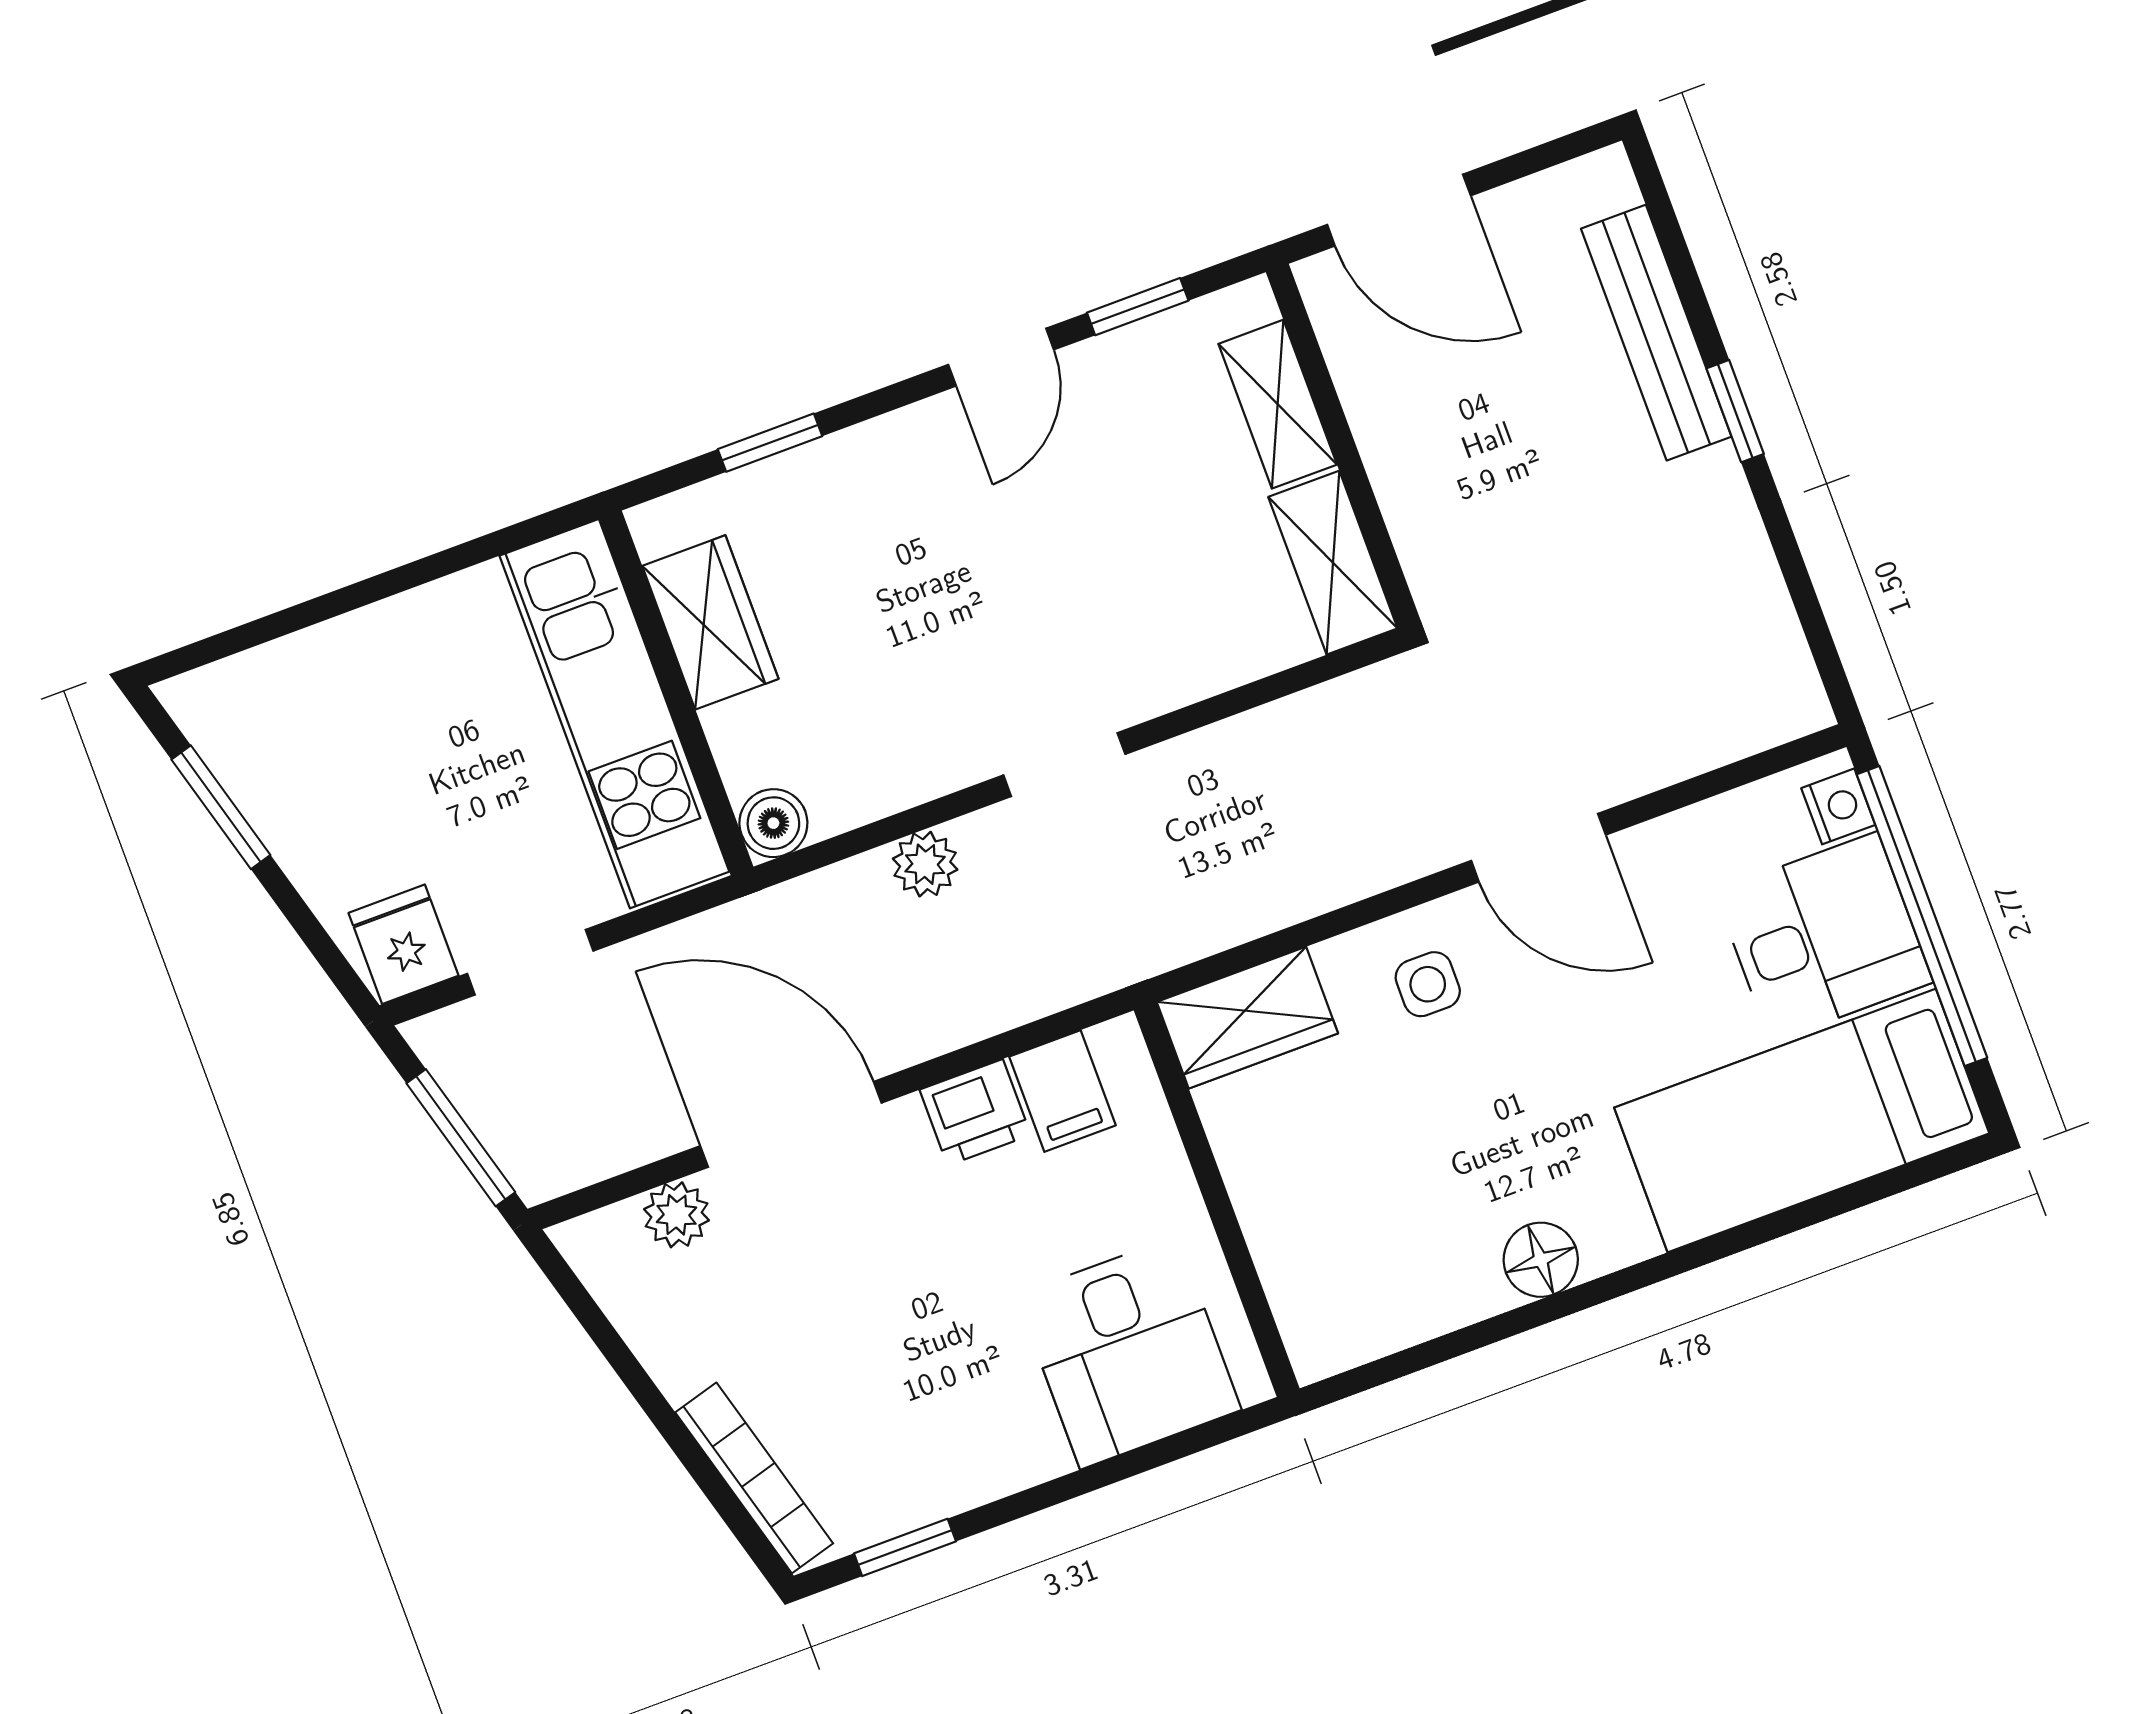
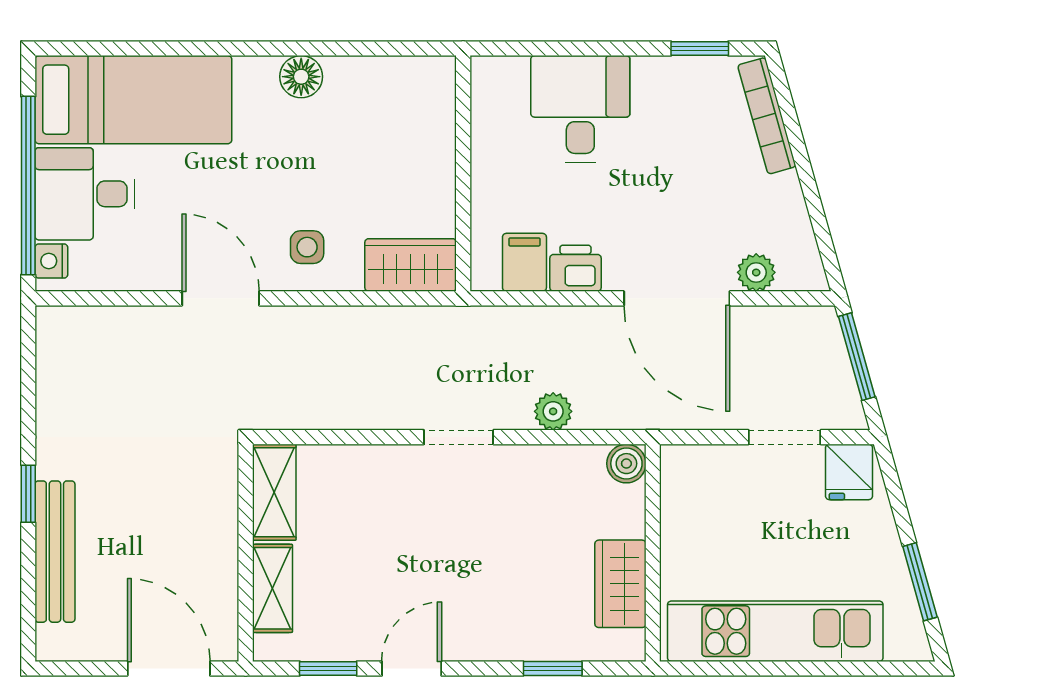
kitchen unit: (614, 714) -> (775, 631), moved, turned -90
desk: (1129, 1352) -> (580, 109), moved

